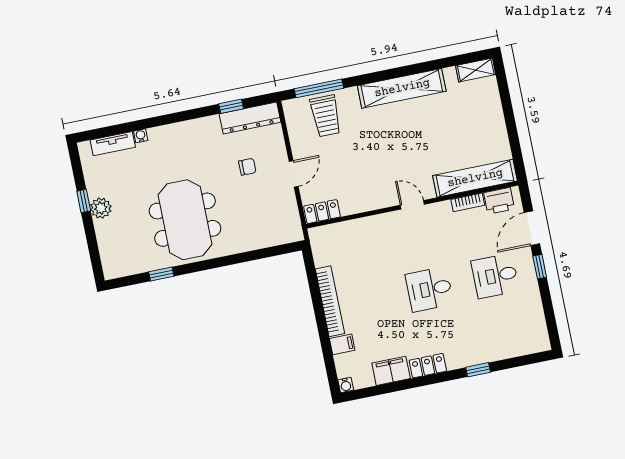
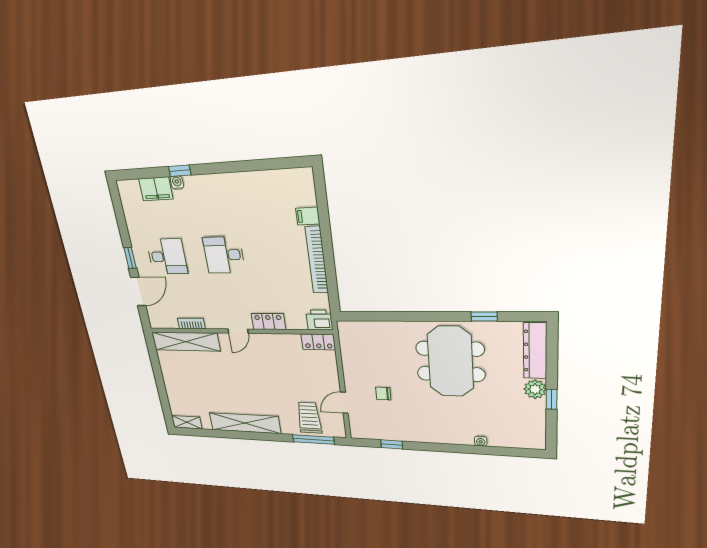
dresser: (250, 118) -> (535, 351), moved, turned -90
tv unit: (113, 144) -> (510, 441), removed
door: (294, 174) -> (344, 403), moved
printer: (499, 201) -> (319, 320), moved
door: (412, 205) -> (238, 331), hinge flipped
desk: (429, 289) -> (224, 255), turned 180
locker: (428, 366) -> (268, 322), moved, turned 180
filing cabinet: (391, 371) -> (156, 189), moved
water cooler: (346, 385) -> (177, 183), moved

